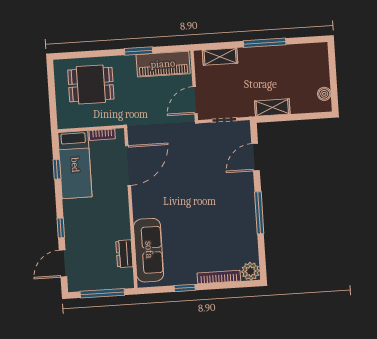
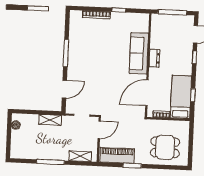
sofa: (149, 250) -> (139, 53), moved
dresser: (124, 254) -> (154, 58), moved
plant: (250, 271) -> (76, 16), removed

